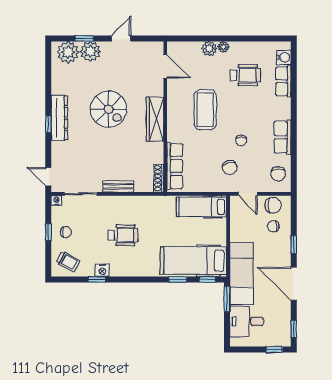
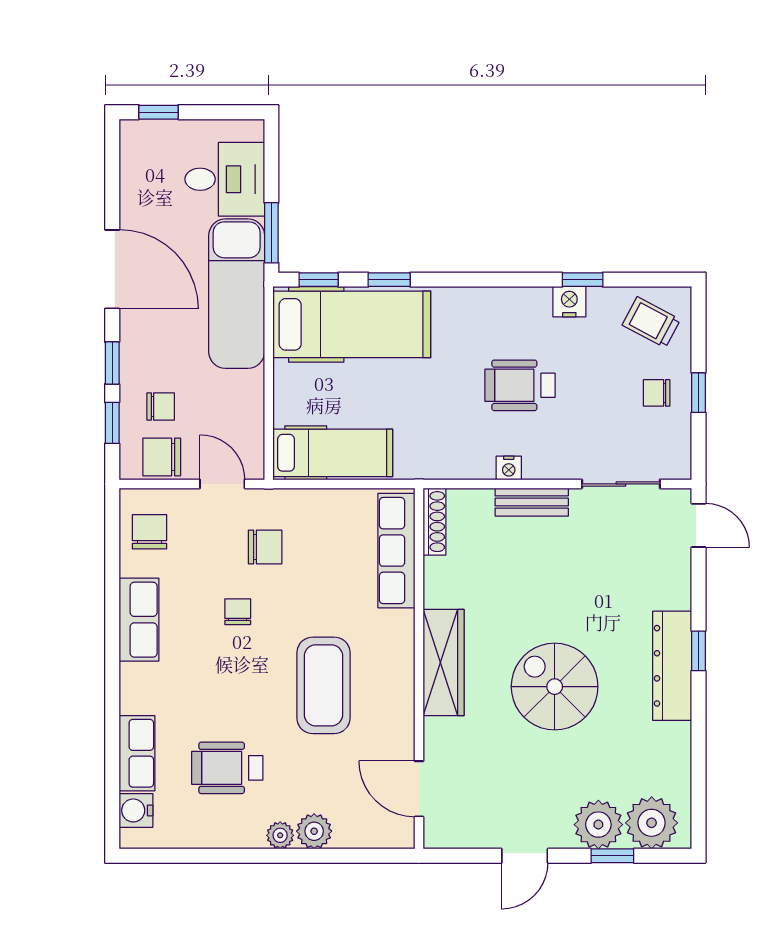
chair: (230, 168) -> (265, 547), turned 106
nightstand: (56, 201) -> (509, 468), moved
window: (294, 329) -> (112, 423), moved

